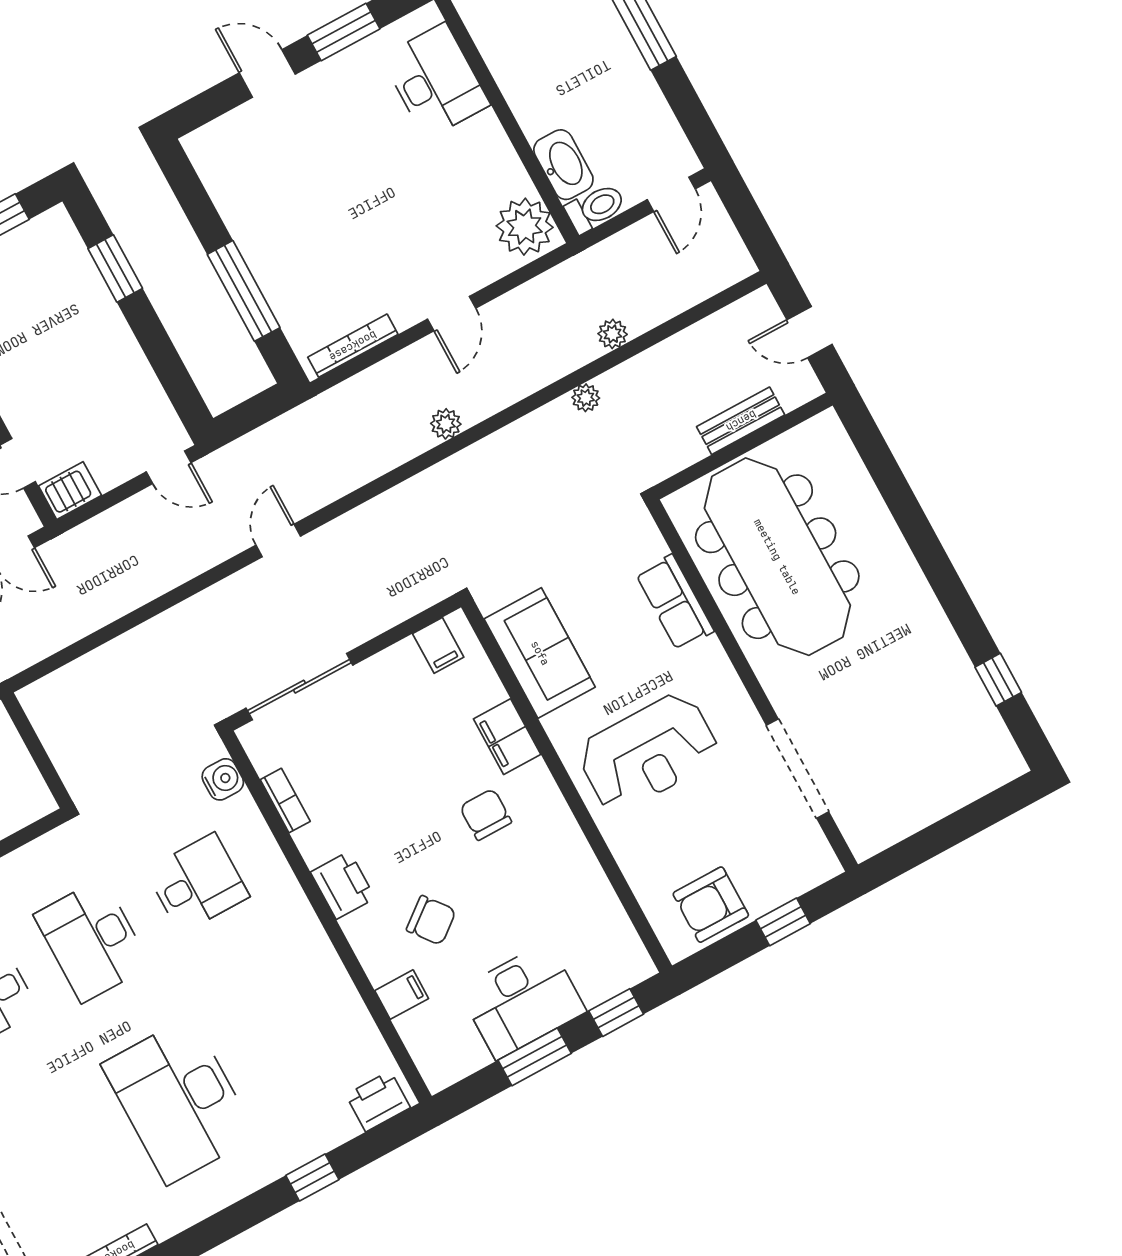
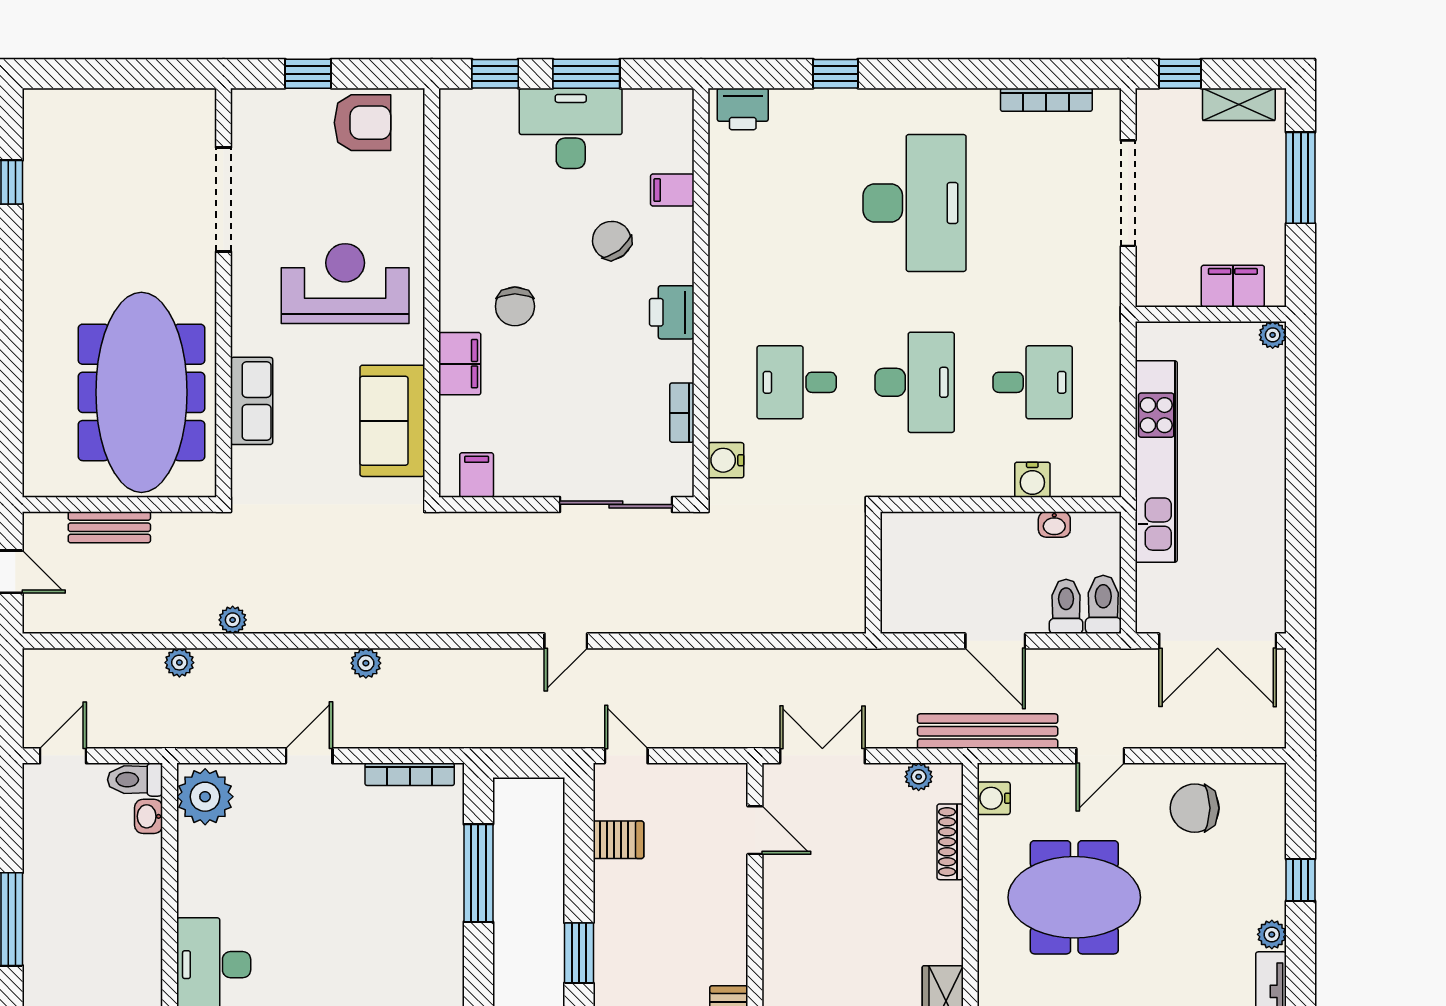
washbasin: (563, 165) -> (149, 816), width x0.52, depth x0.69
server rack: (70, 491) -> (618, 840), moved, turned 180

